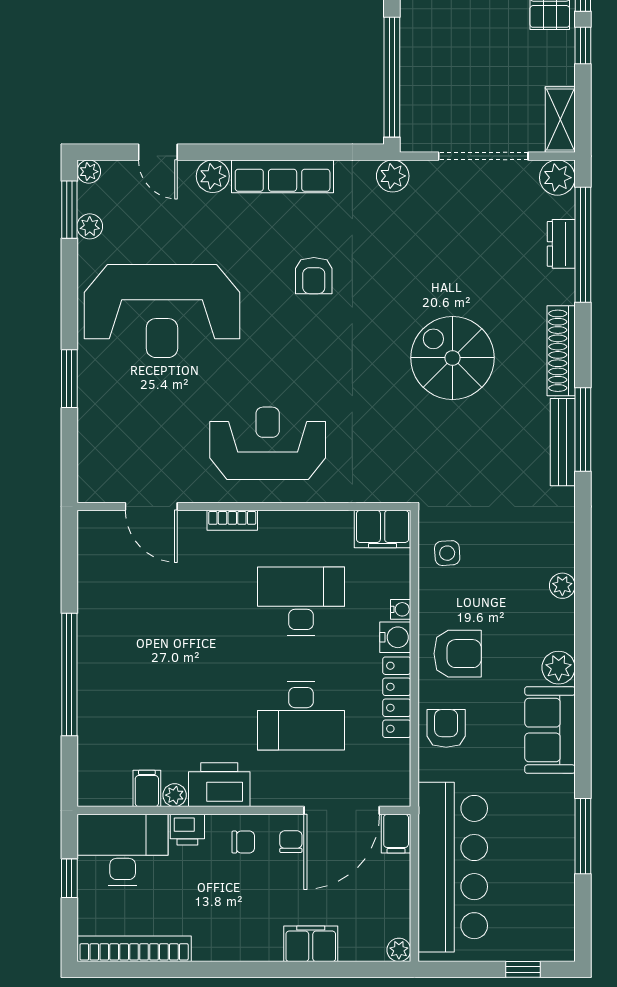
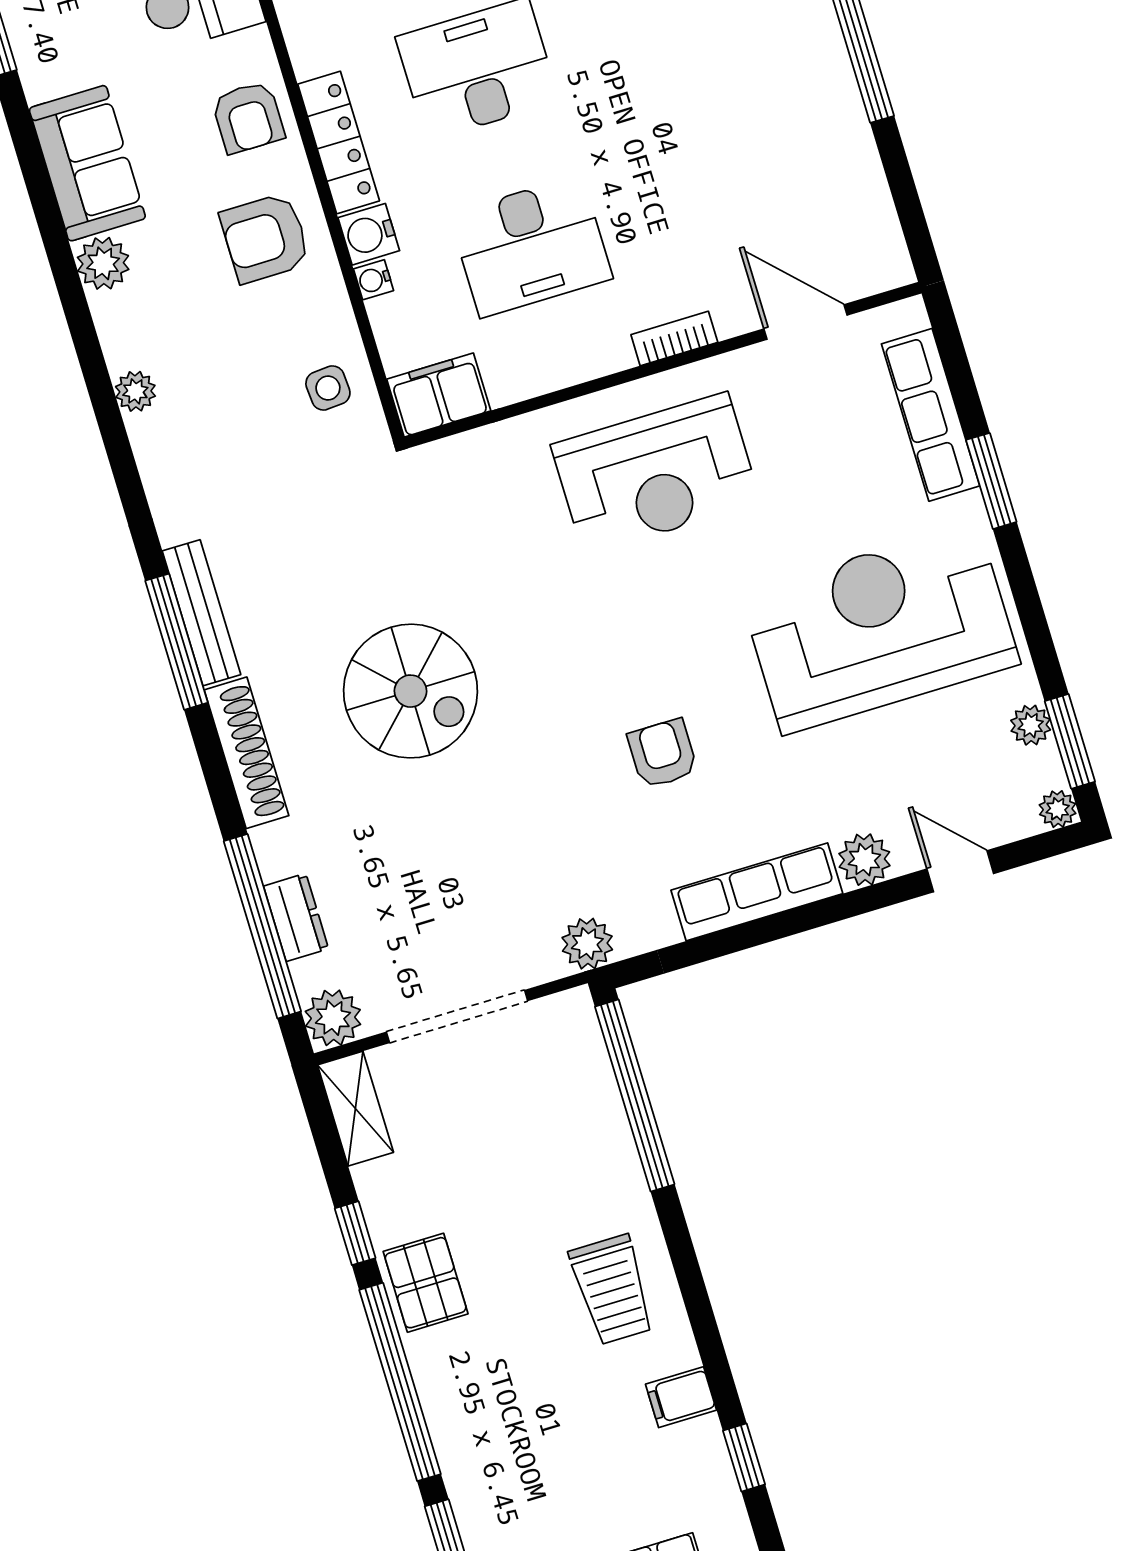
row of seats: (94, 429) -> (931, 415), added

